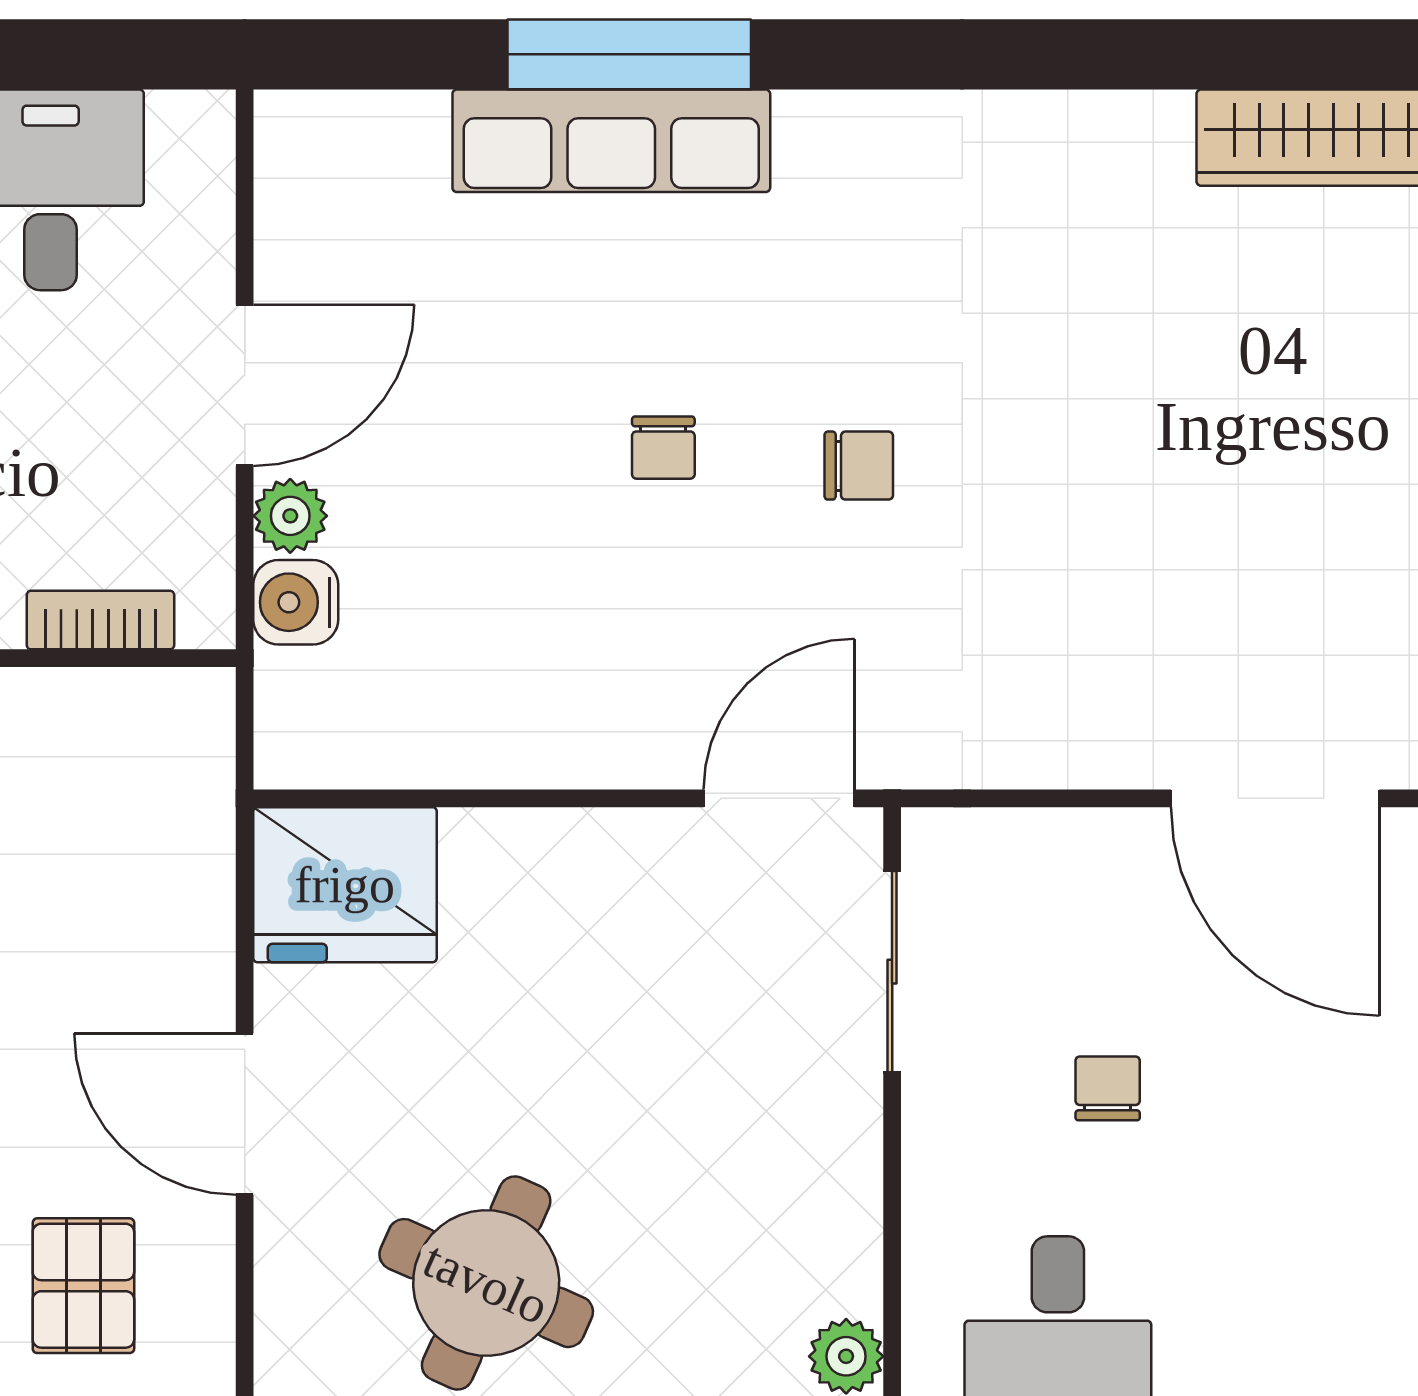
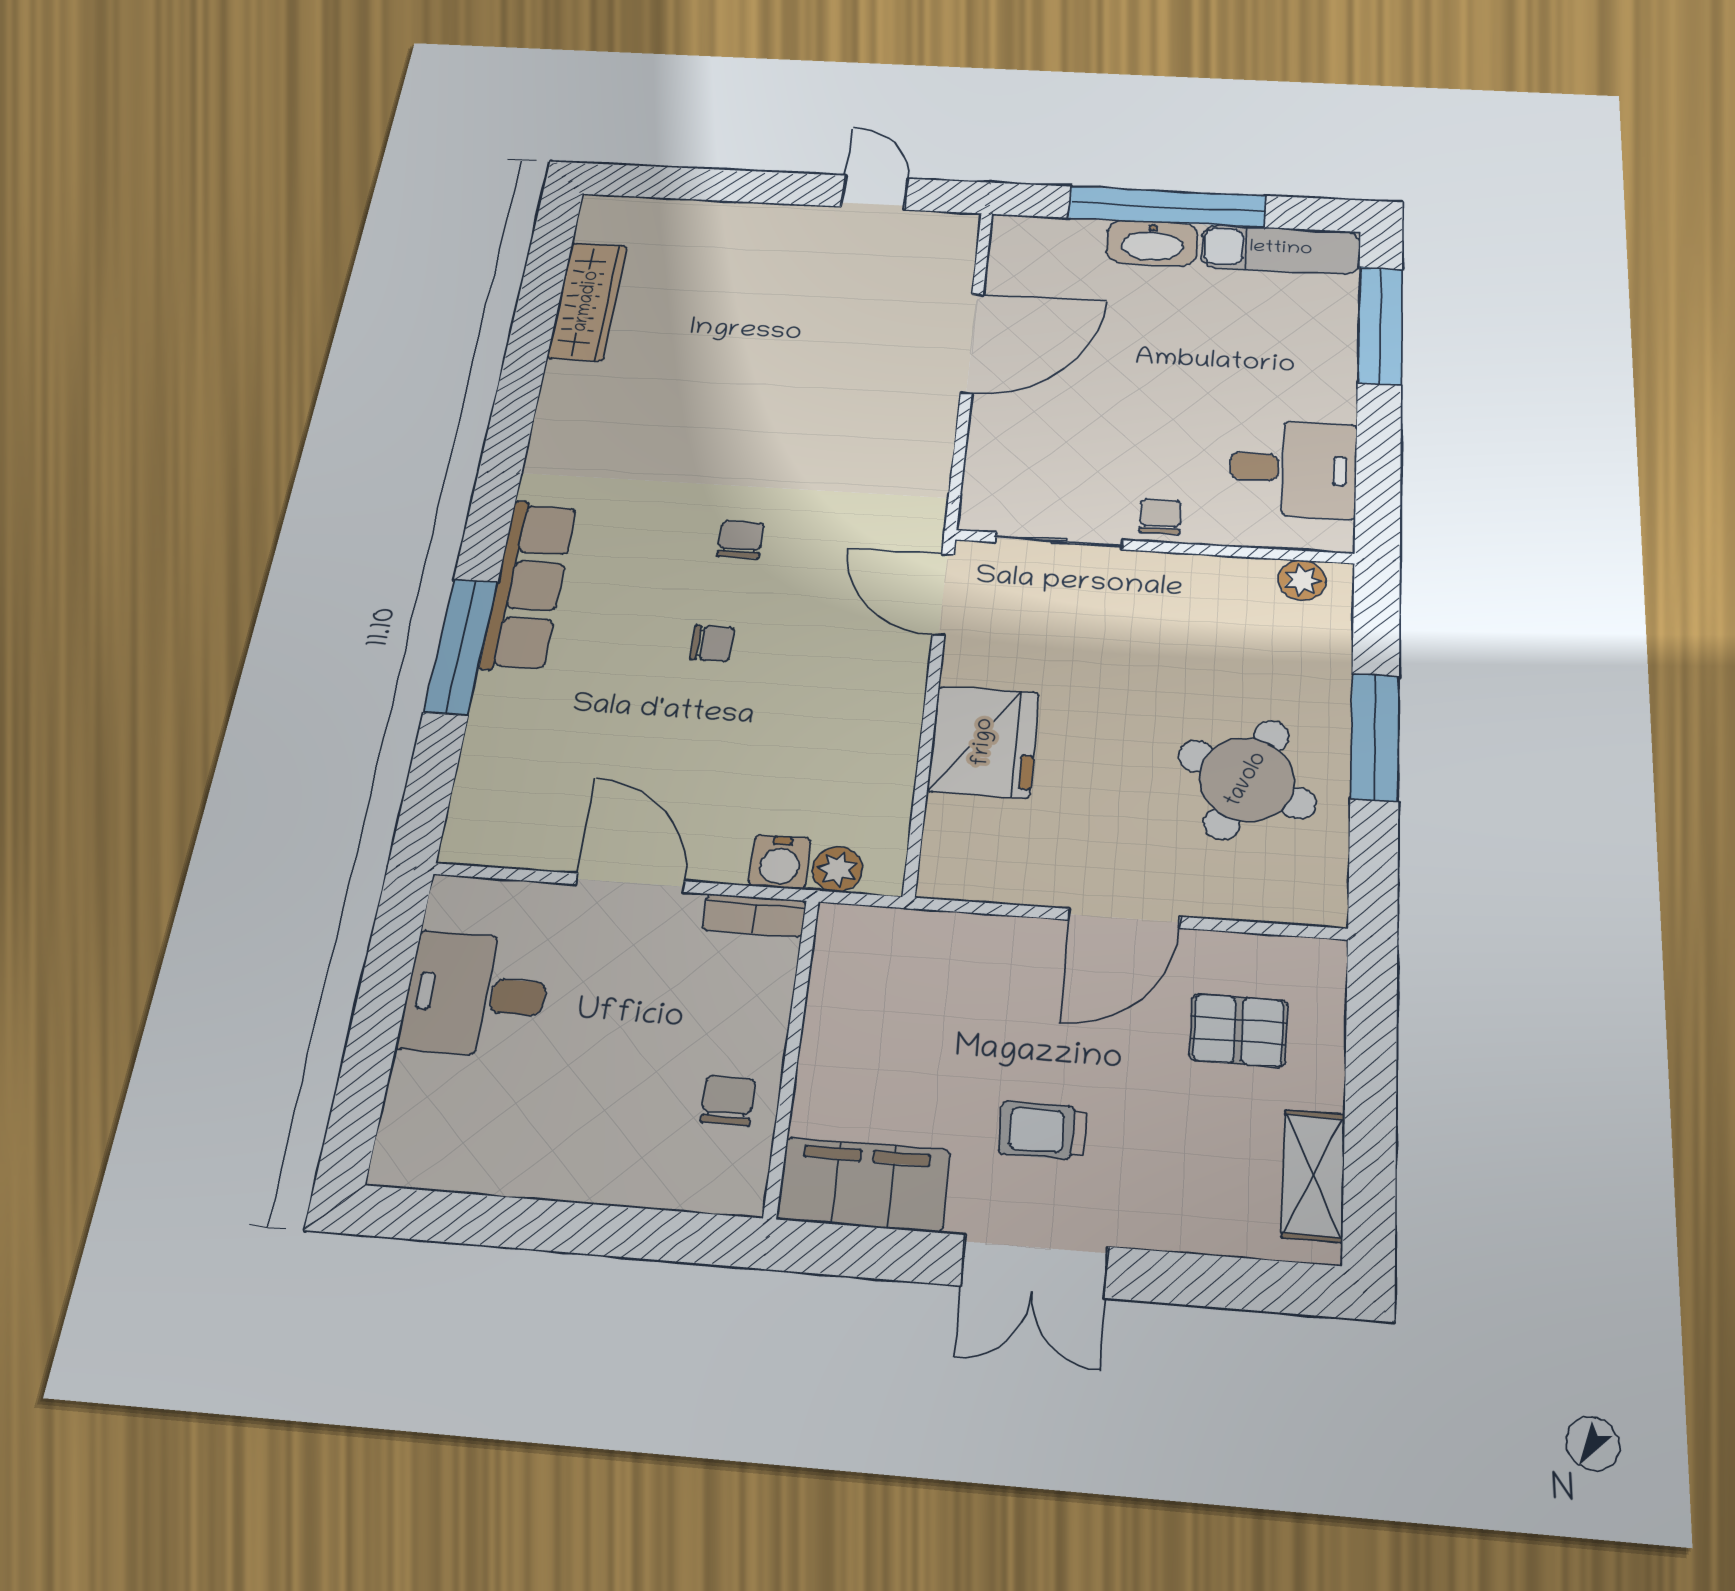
row of seats: (611, 141) -> (529, 585), moved
plant: (290, 516) -> (837, 869), moved
bookcase: (100, 620) -> (754, 915), moved, turned -90
fridge: (345, 885) -> (984, 742), moved
chair: (1108, 1088) -> (1160, 517), moved, turned 90

